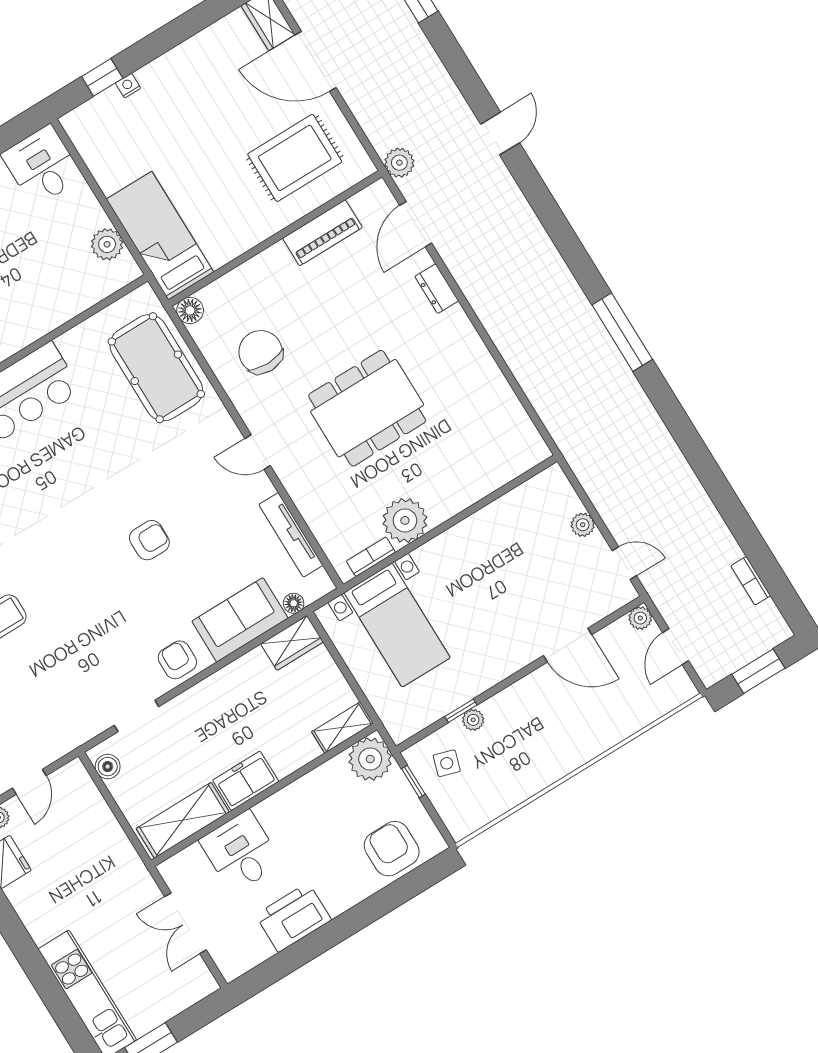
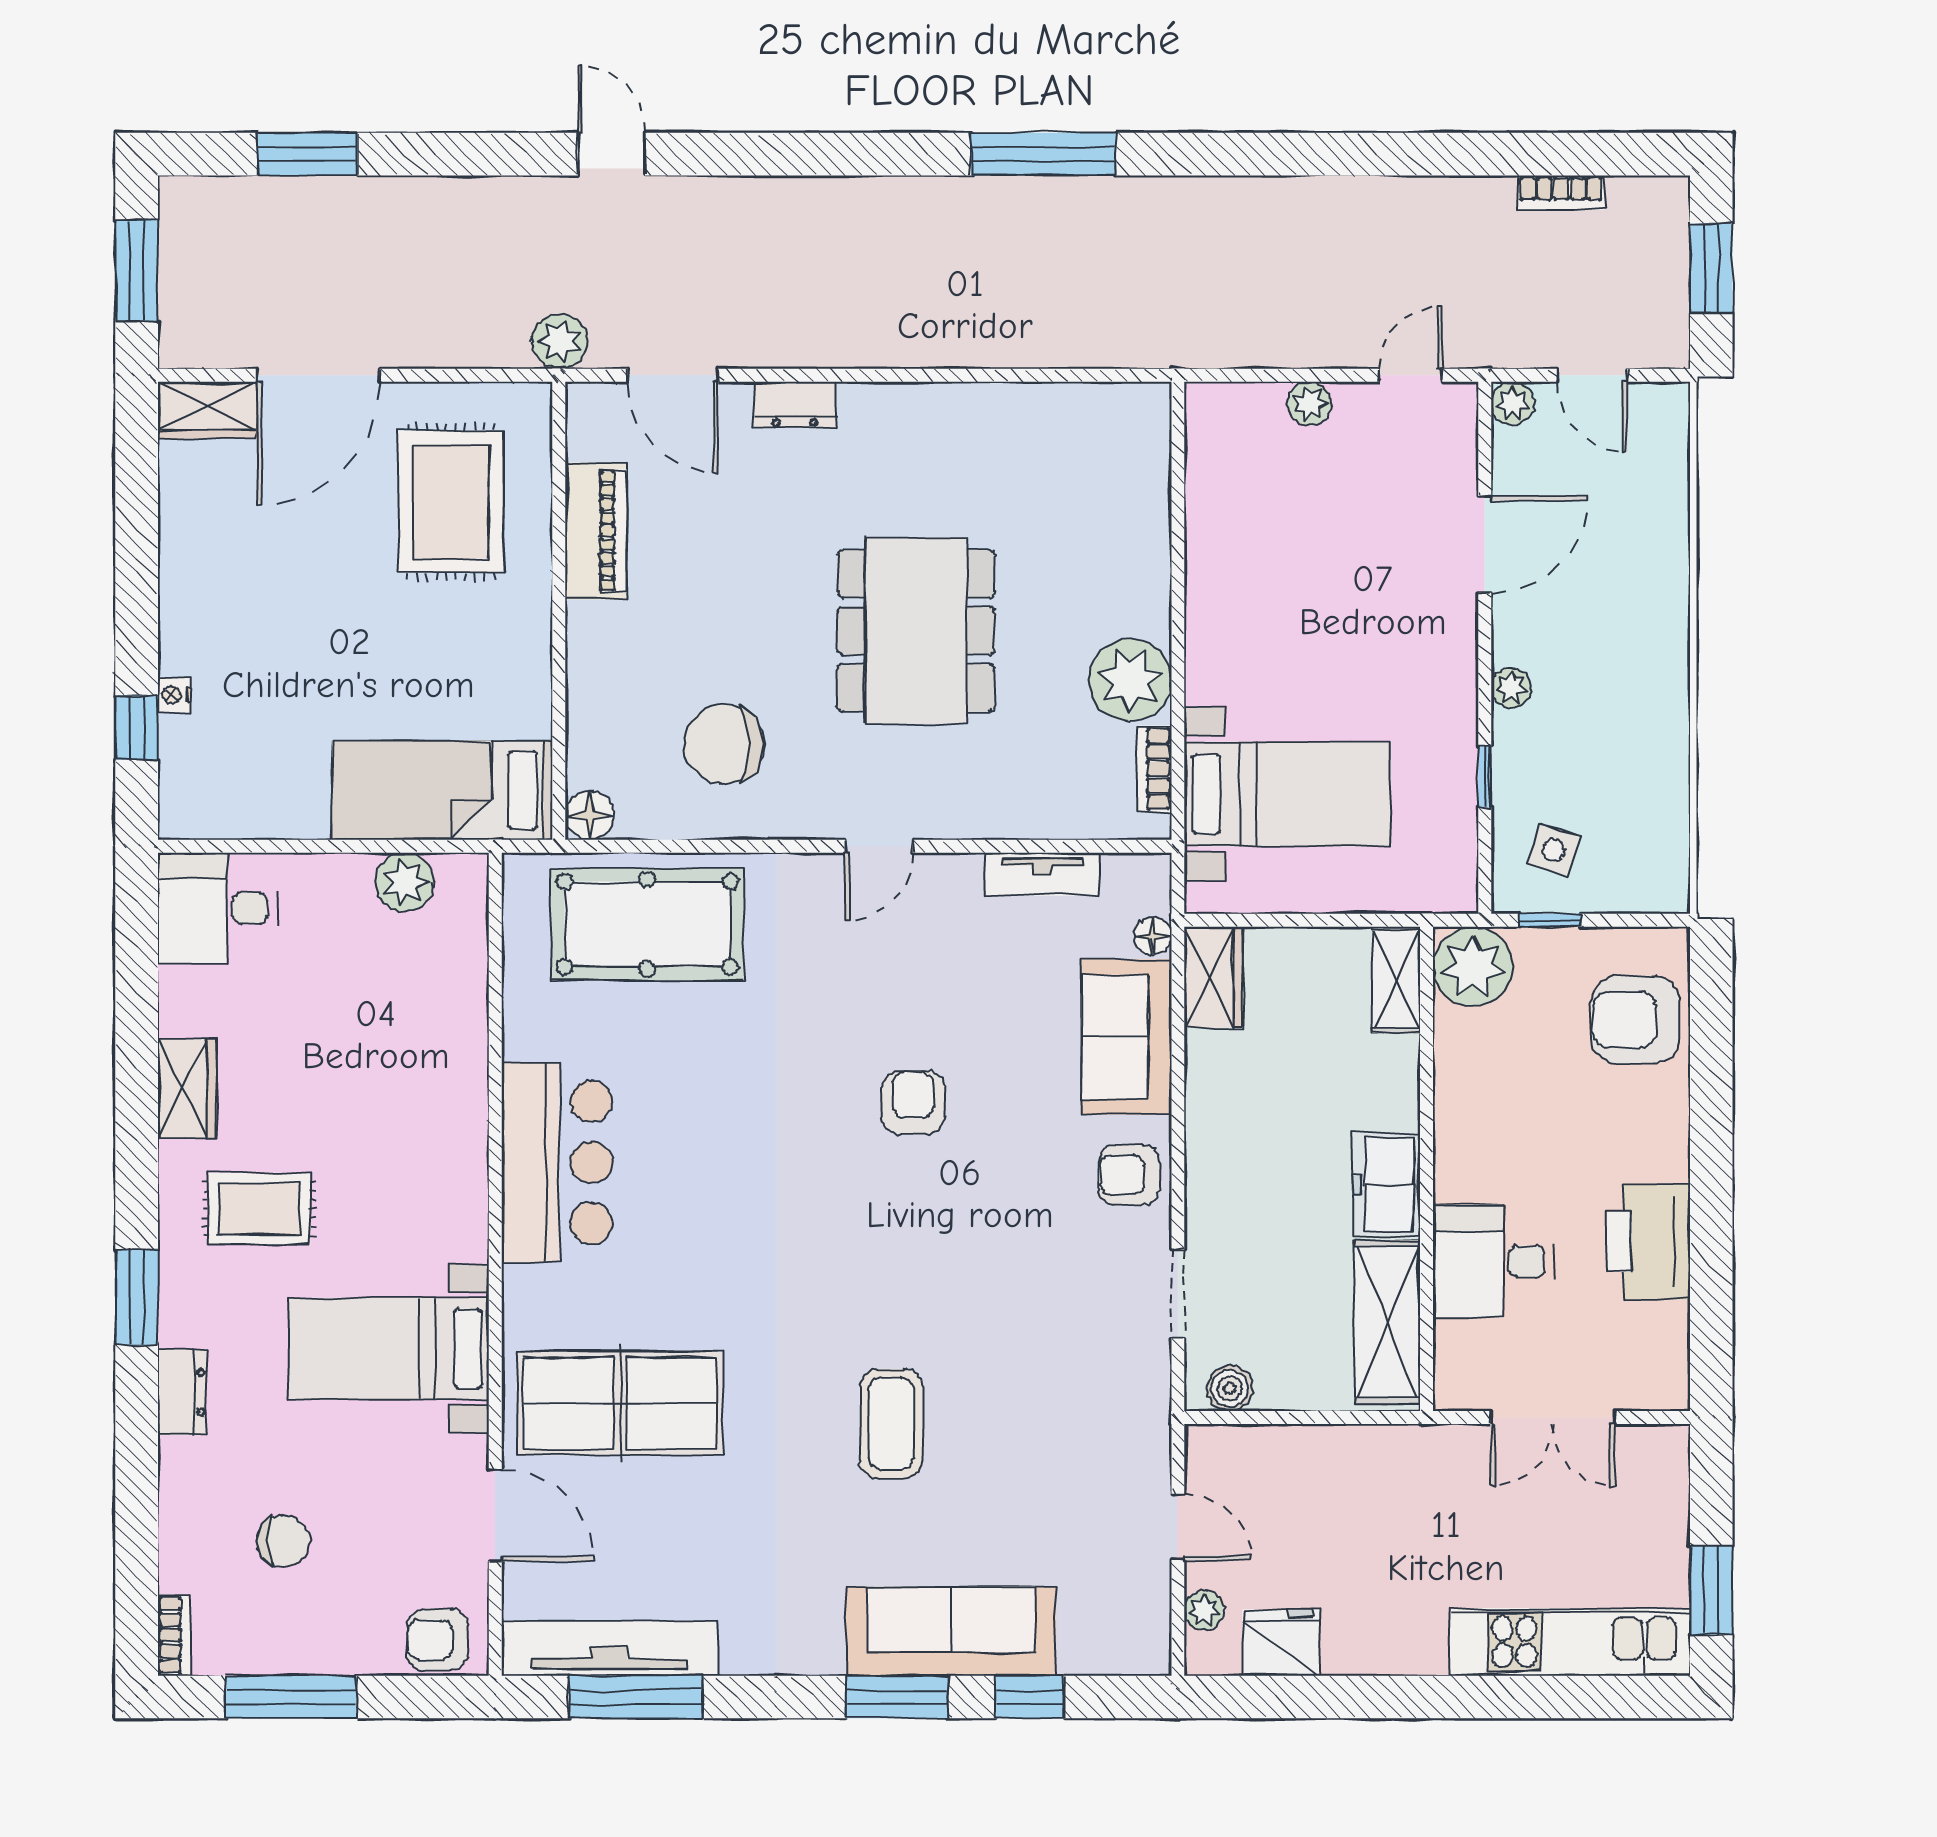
tv unit: (291, 535) -> (1042, 874), width x0.71
plant: (473, 720) -> (1511, 688), moved

